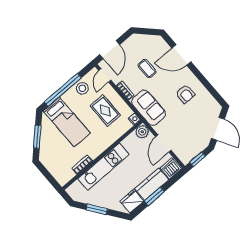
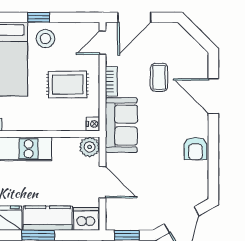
stool: (82, 88) -> (45, 39), moved
window: (63, 90) -> (39, 17), width x0.32
armchair: (185, 94) -> (195, 149), moved
rug: (105, 111) -> (68, 84), turned 90
door: (163, 144) -> (103, 182), swing flipped

